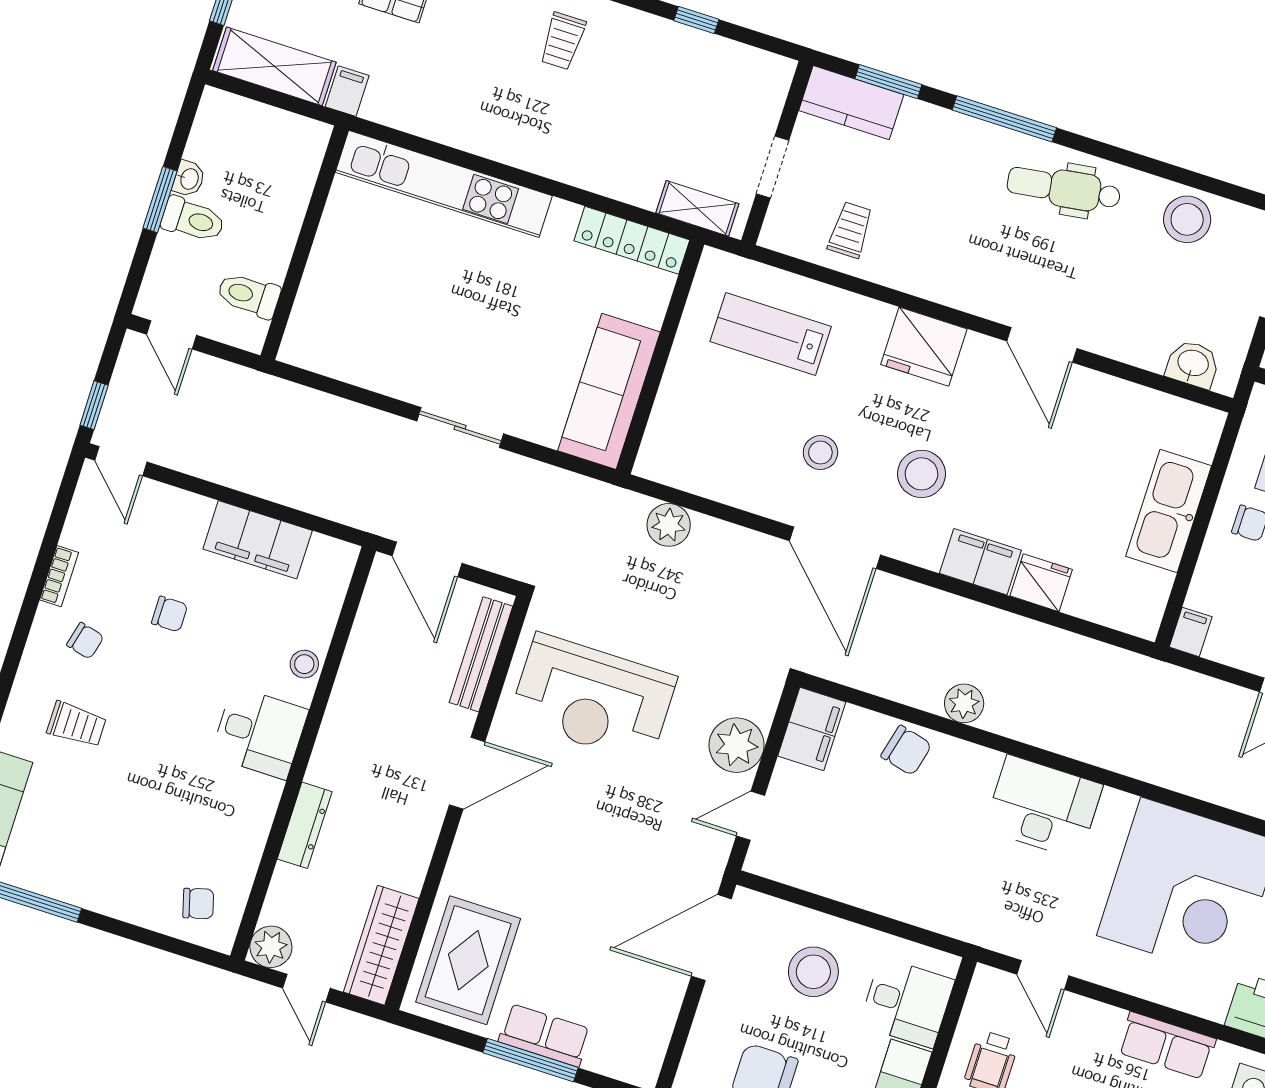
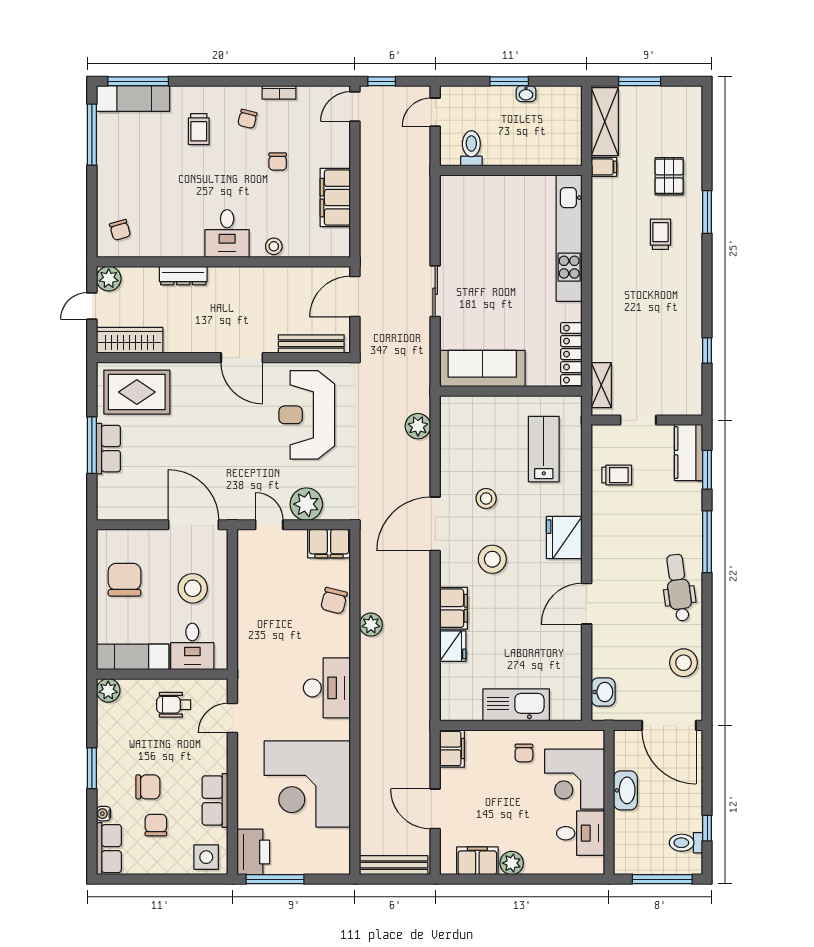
trolley: (563, 41) -> (660, 234), moved, turned 90
toilet: (193, 220) -> (504, 103), removed
filing cabinet: (1191, 632) -> (452, 748), width x2.00

